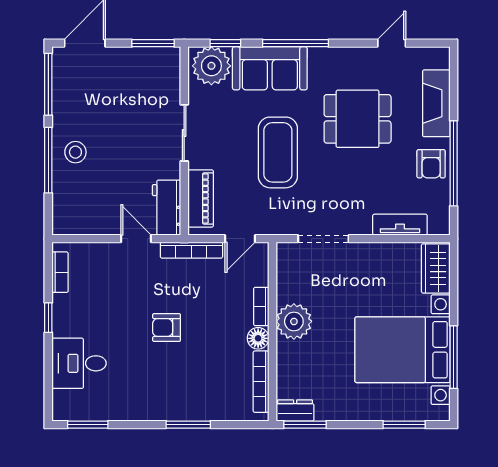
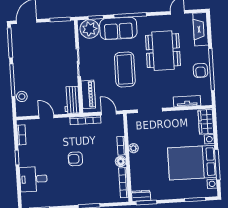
fireplace: (436, 103) -> (201, 29), moved
dining table: (358, 119) -> (163, 51), width x1.38
stool: (75, 152) -> (22, 96), moved
door: (136, 239) -> (46, 117), moved
door: (240, 239) -> (109, 113), swing flipped
plant: (294, 321) -> (133, 148), width x0.53, depth x0.53

